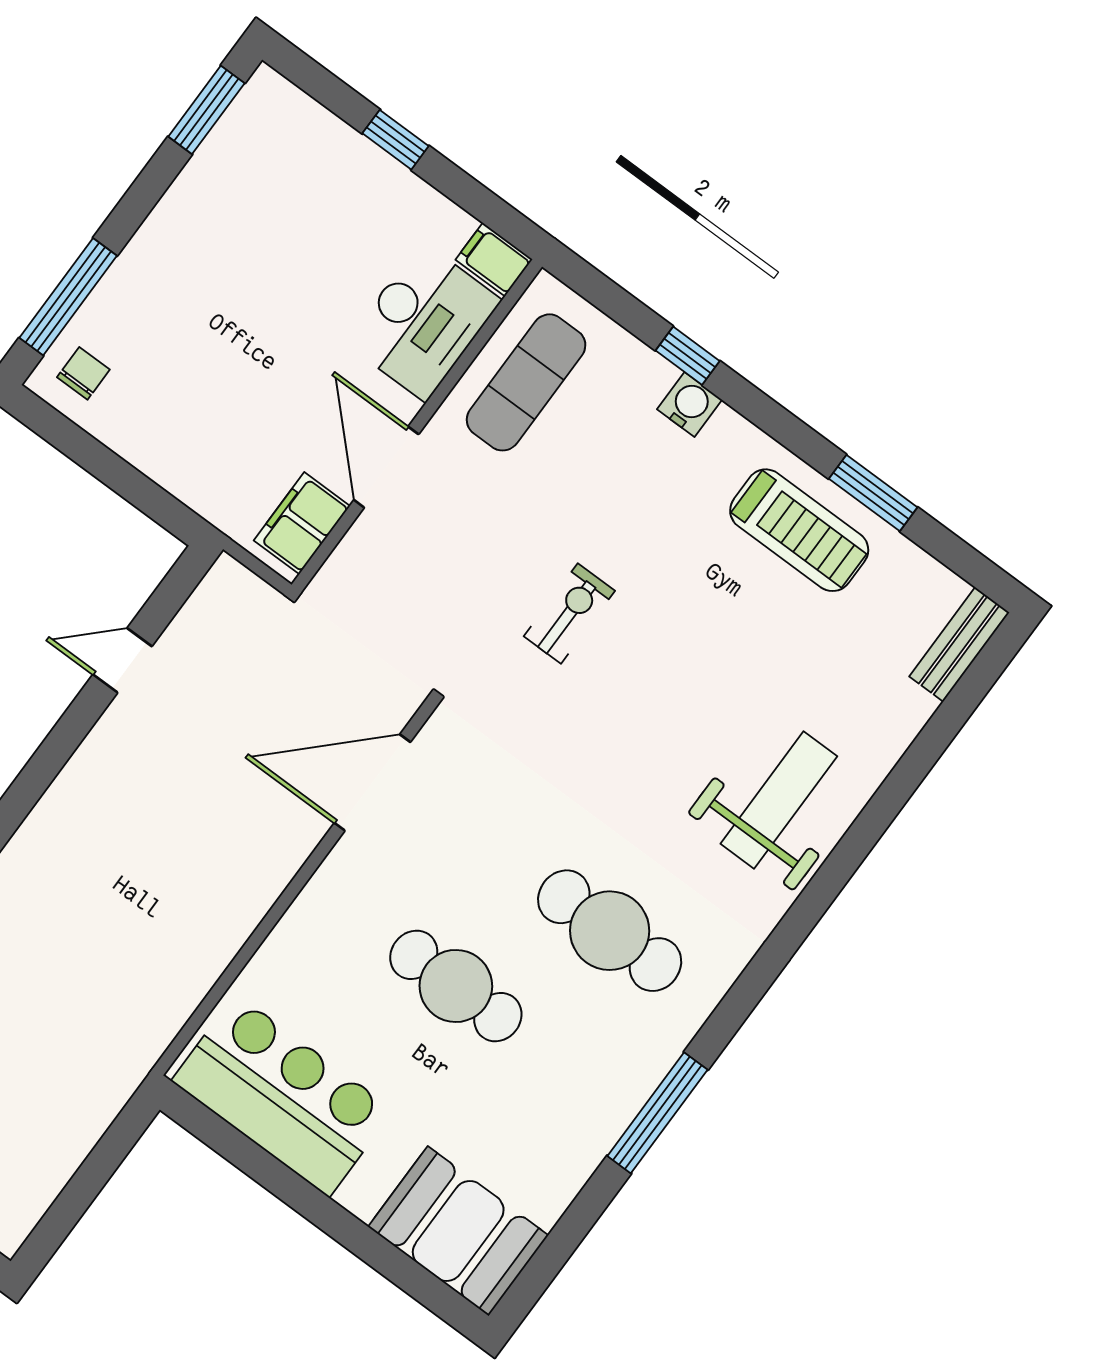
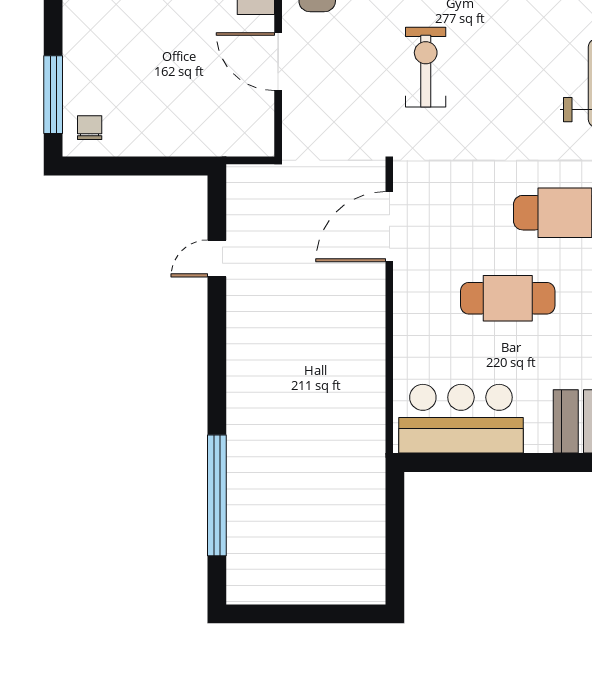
filing cabinet: (302, 523) -> (256, 122), removed
exercise bike: (569, 614) -> (426, 67), width x1.38, depth x1.39

